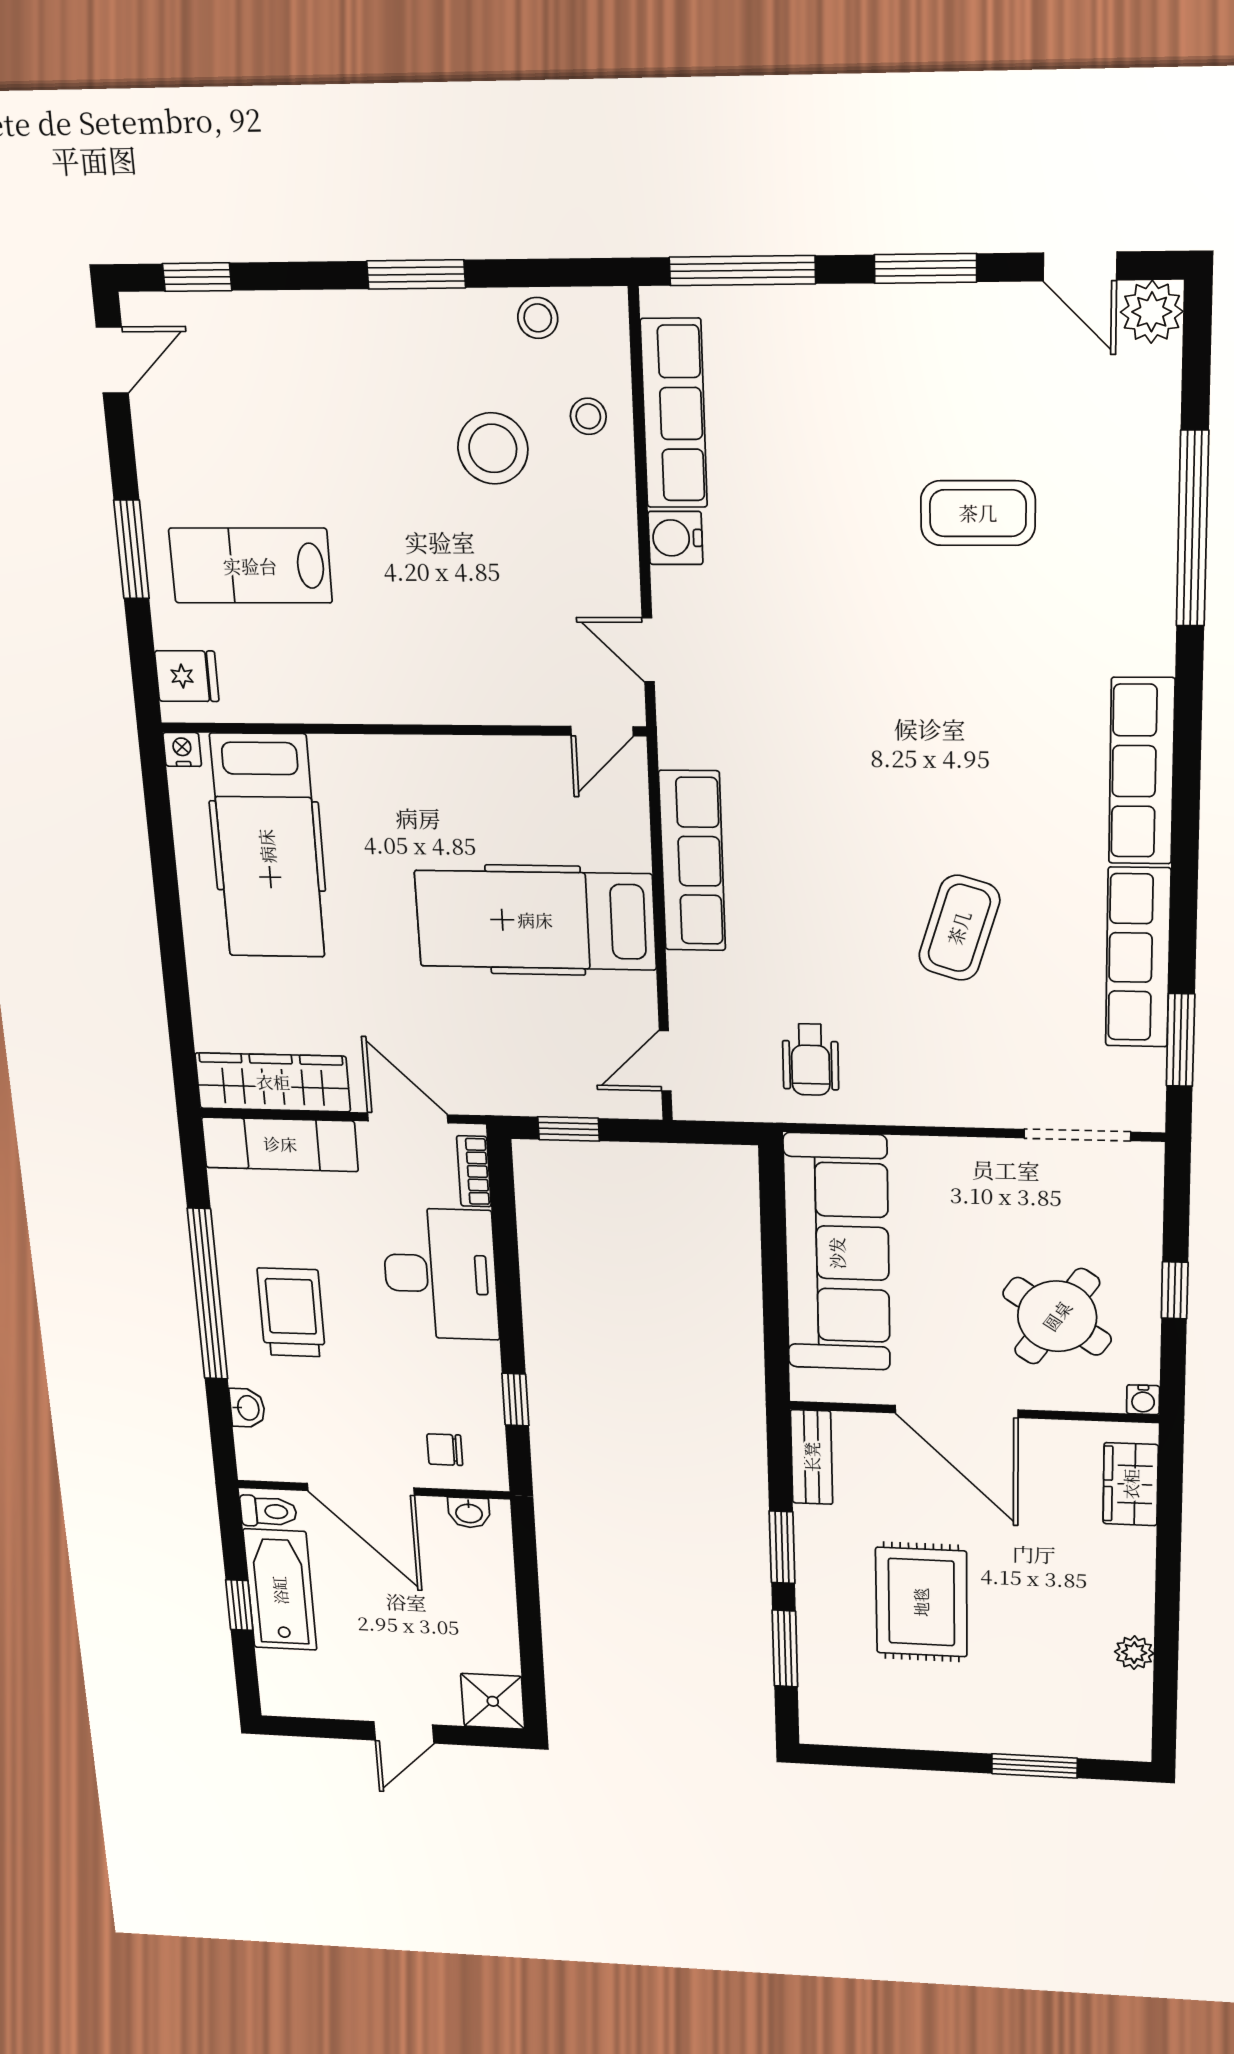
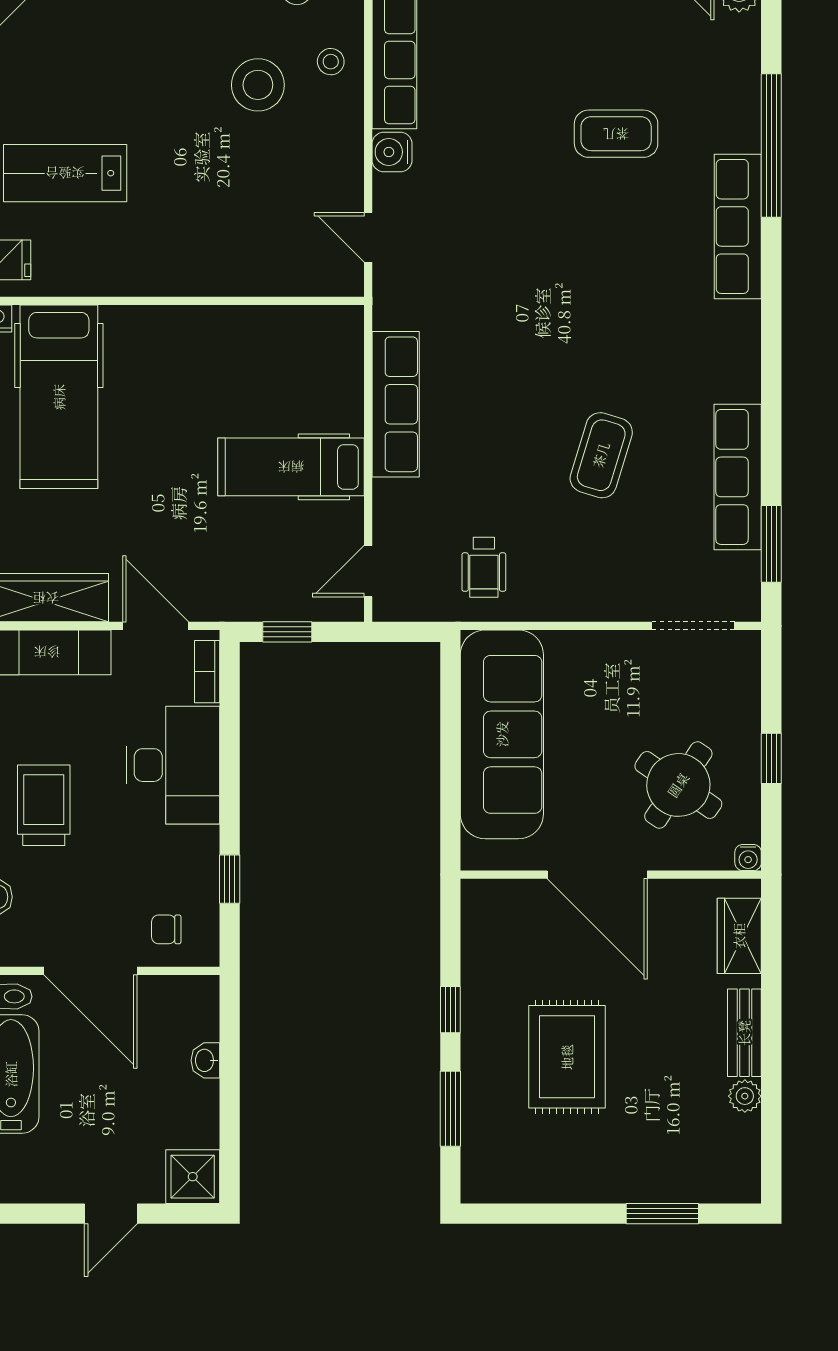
door: (602, 731) -> (330, 301), removed
row of seats: (1142, 771) -> (738, 226), moved
hospital bed: (535, 920) -> (291, 467), width x0.73, depth x0.78
bench: (812, 1457) -> (744, 1033), moved
washbasin: (469, 1513) -> (205, 1060), moved, turned 90
window: (782, 1547) -> (450, 1010), width x0.67

